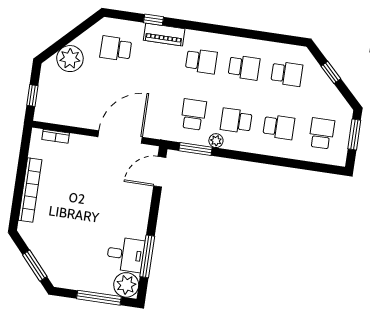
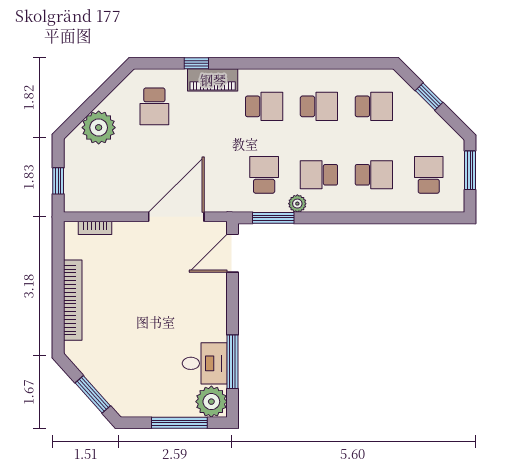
school desk: (116, 49) -> (154, 106), turned -90

